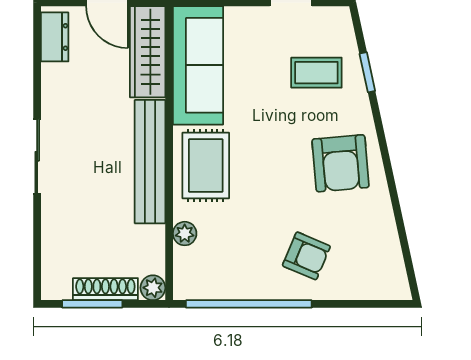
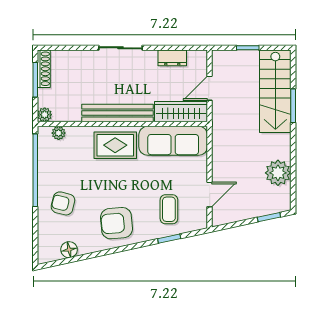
dresser: (55, 37) -> (172, 58), moved
plant: (185, 234) -> (59, 133), moved
floor lamp: (386, 245) -> (69, 250), added
armchair: (306, 256) -> (63, 203), turned 81
shoe rack: (105, 289) -> (44, 69), moved

